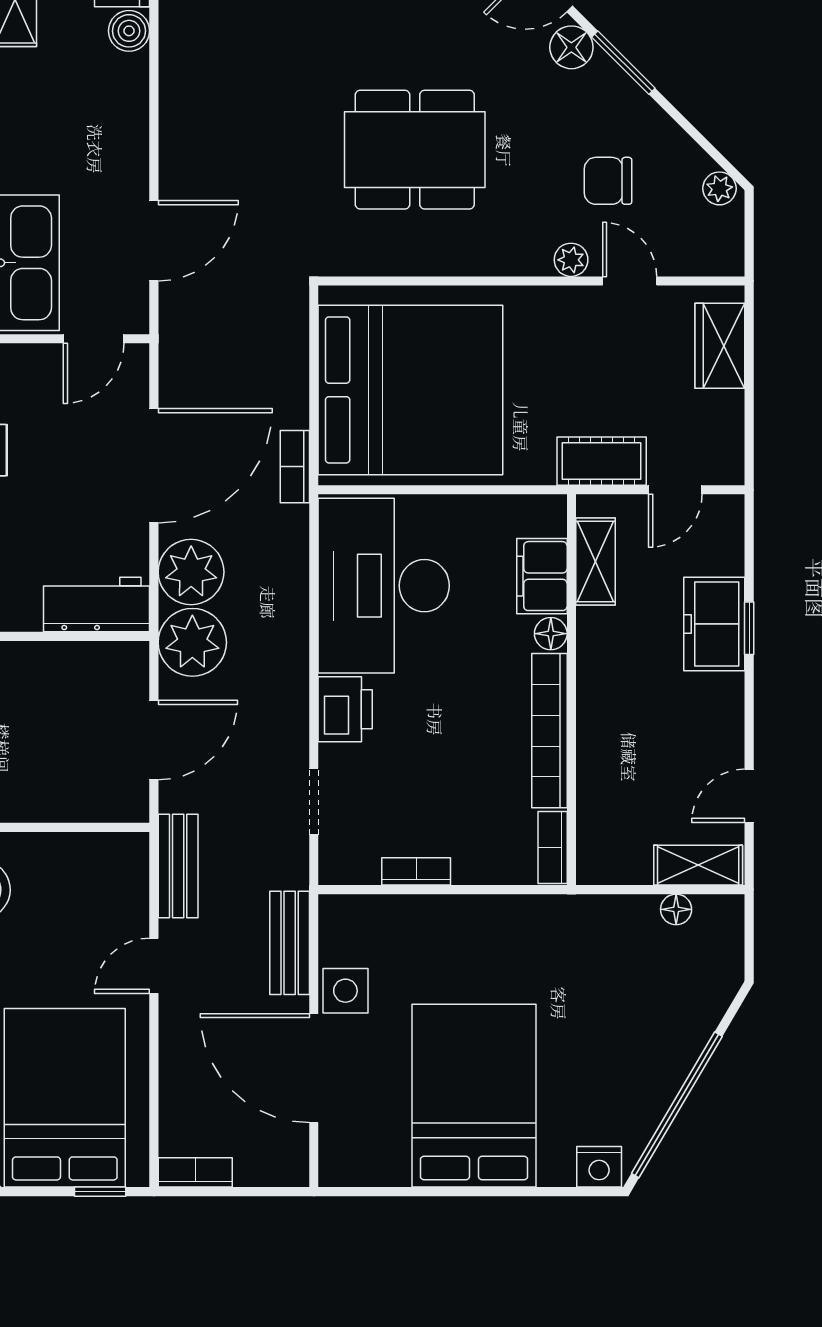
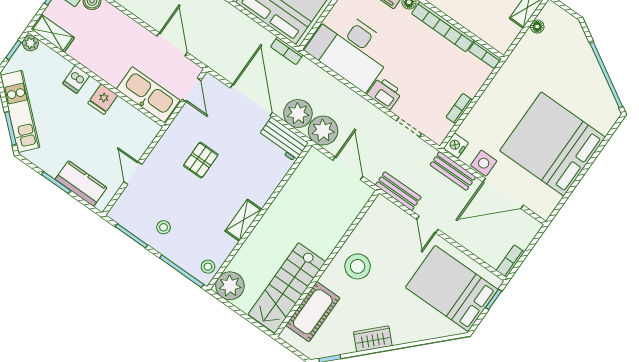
workbench: (97, 605) -> (283, 140), moved, turned -90
bed: (474, 1096) -> (553, 144), width x1.36
nightstand: (599, 1167) -> (456, 145), moved, turned 180

